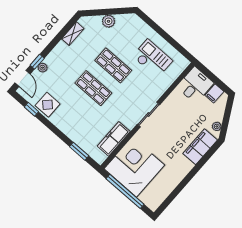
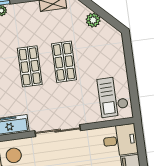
checkout: (153, 59) -> (113, 97), moved, turned 180
sliding door: (148, 114) -> (58, 131), width x1.37

